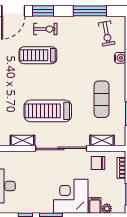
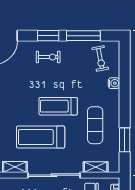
window: (43, 11) -> (48, 36), moved
exercise bike: (45, 29) -> (48, 57), moved
treadmill: (38, 55) -> (58, 106), moved

